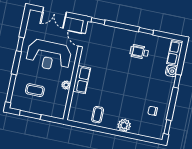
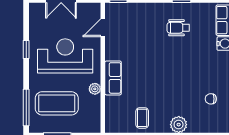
door: (82, 40) -> (103, 28), hinge flipped
reception desk: (49, 55) -> (65, 56), turned 180
coffee table: (35, 90) -> (57, 103), width x1.86, depth x1.72

